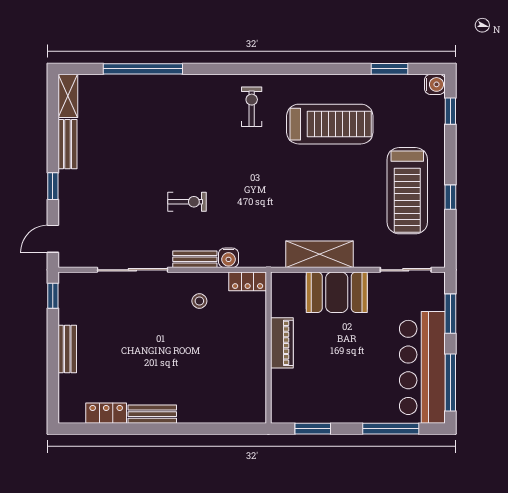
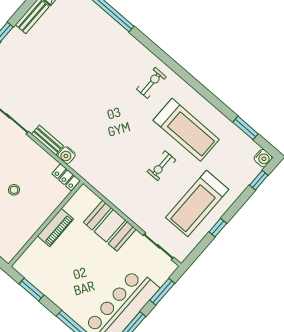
exercise bike: (187, 202) -> (161, 166), moved, turned 90
shelving: (320, 254) -> (118, 197), removed
stool: (199, 301) -> (14, 190), moved

